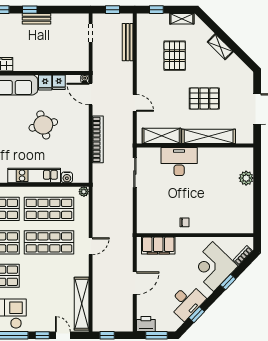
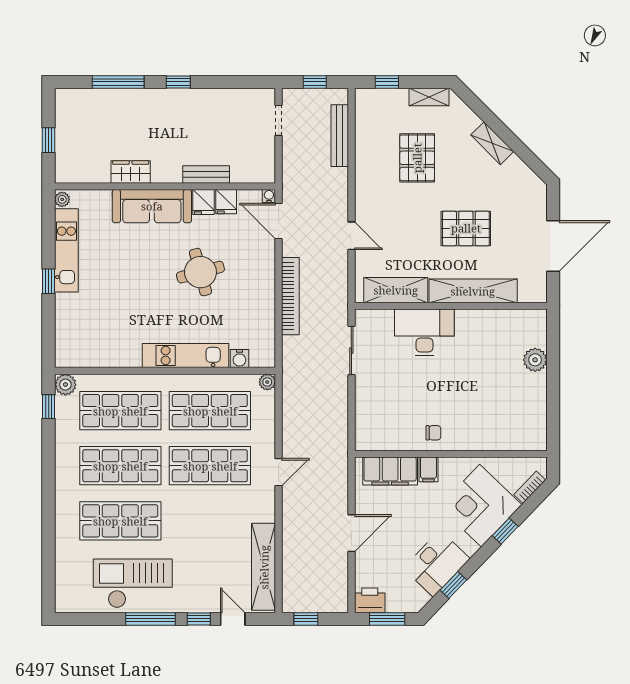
bench: (37, 19) -> (206, 174), moved
filing cabinet: (182, 245) -> (429, 469), added

